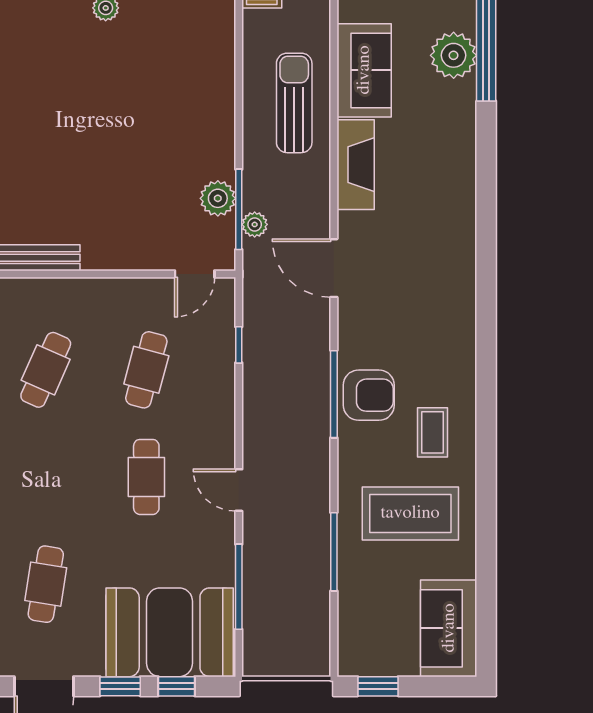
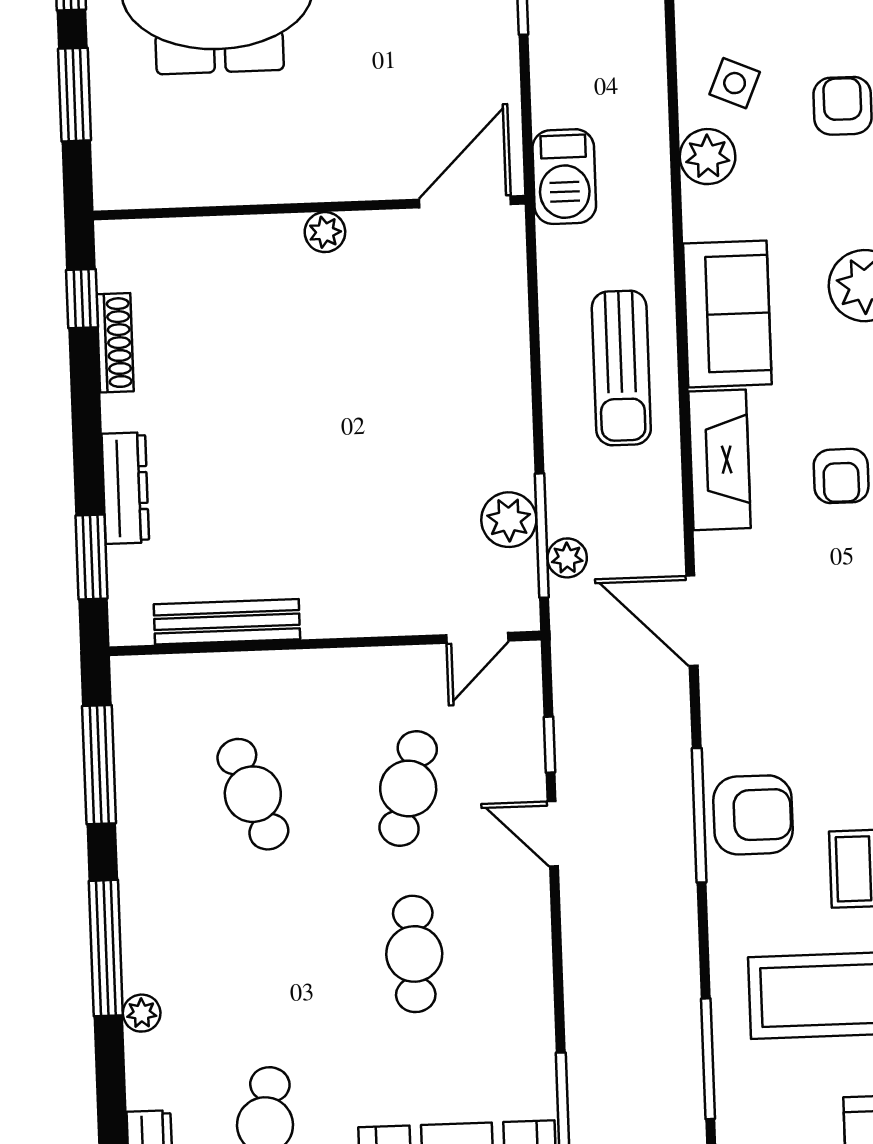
sun lounger: (294, 103) -> (621, 368), turned 180
armchair: (434, 178) -> (841, 476), added
cafe table: (46, 370) -> (253, 794), turned -45
door: (239, 490) -> (553, 834), moved

